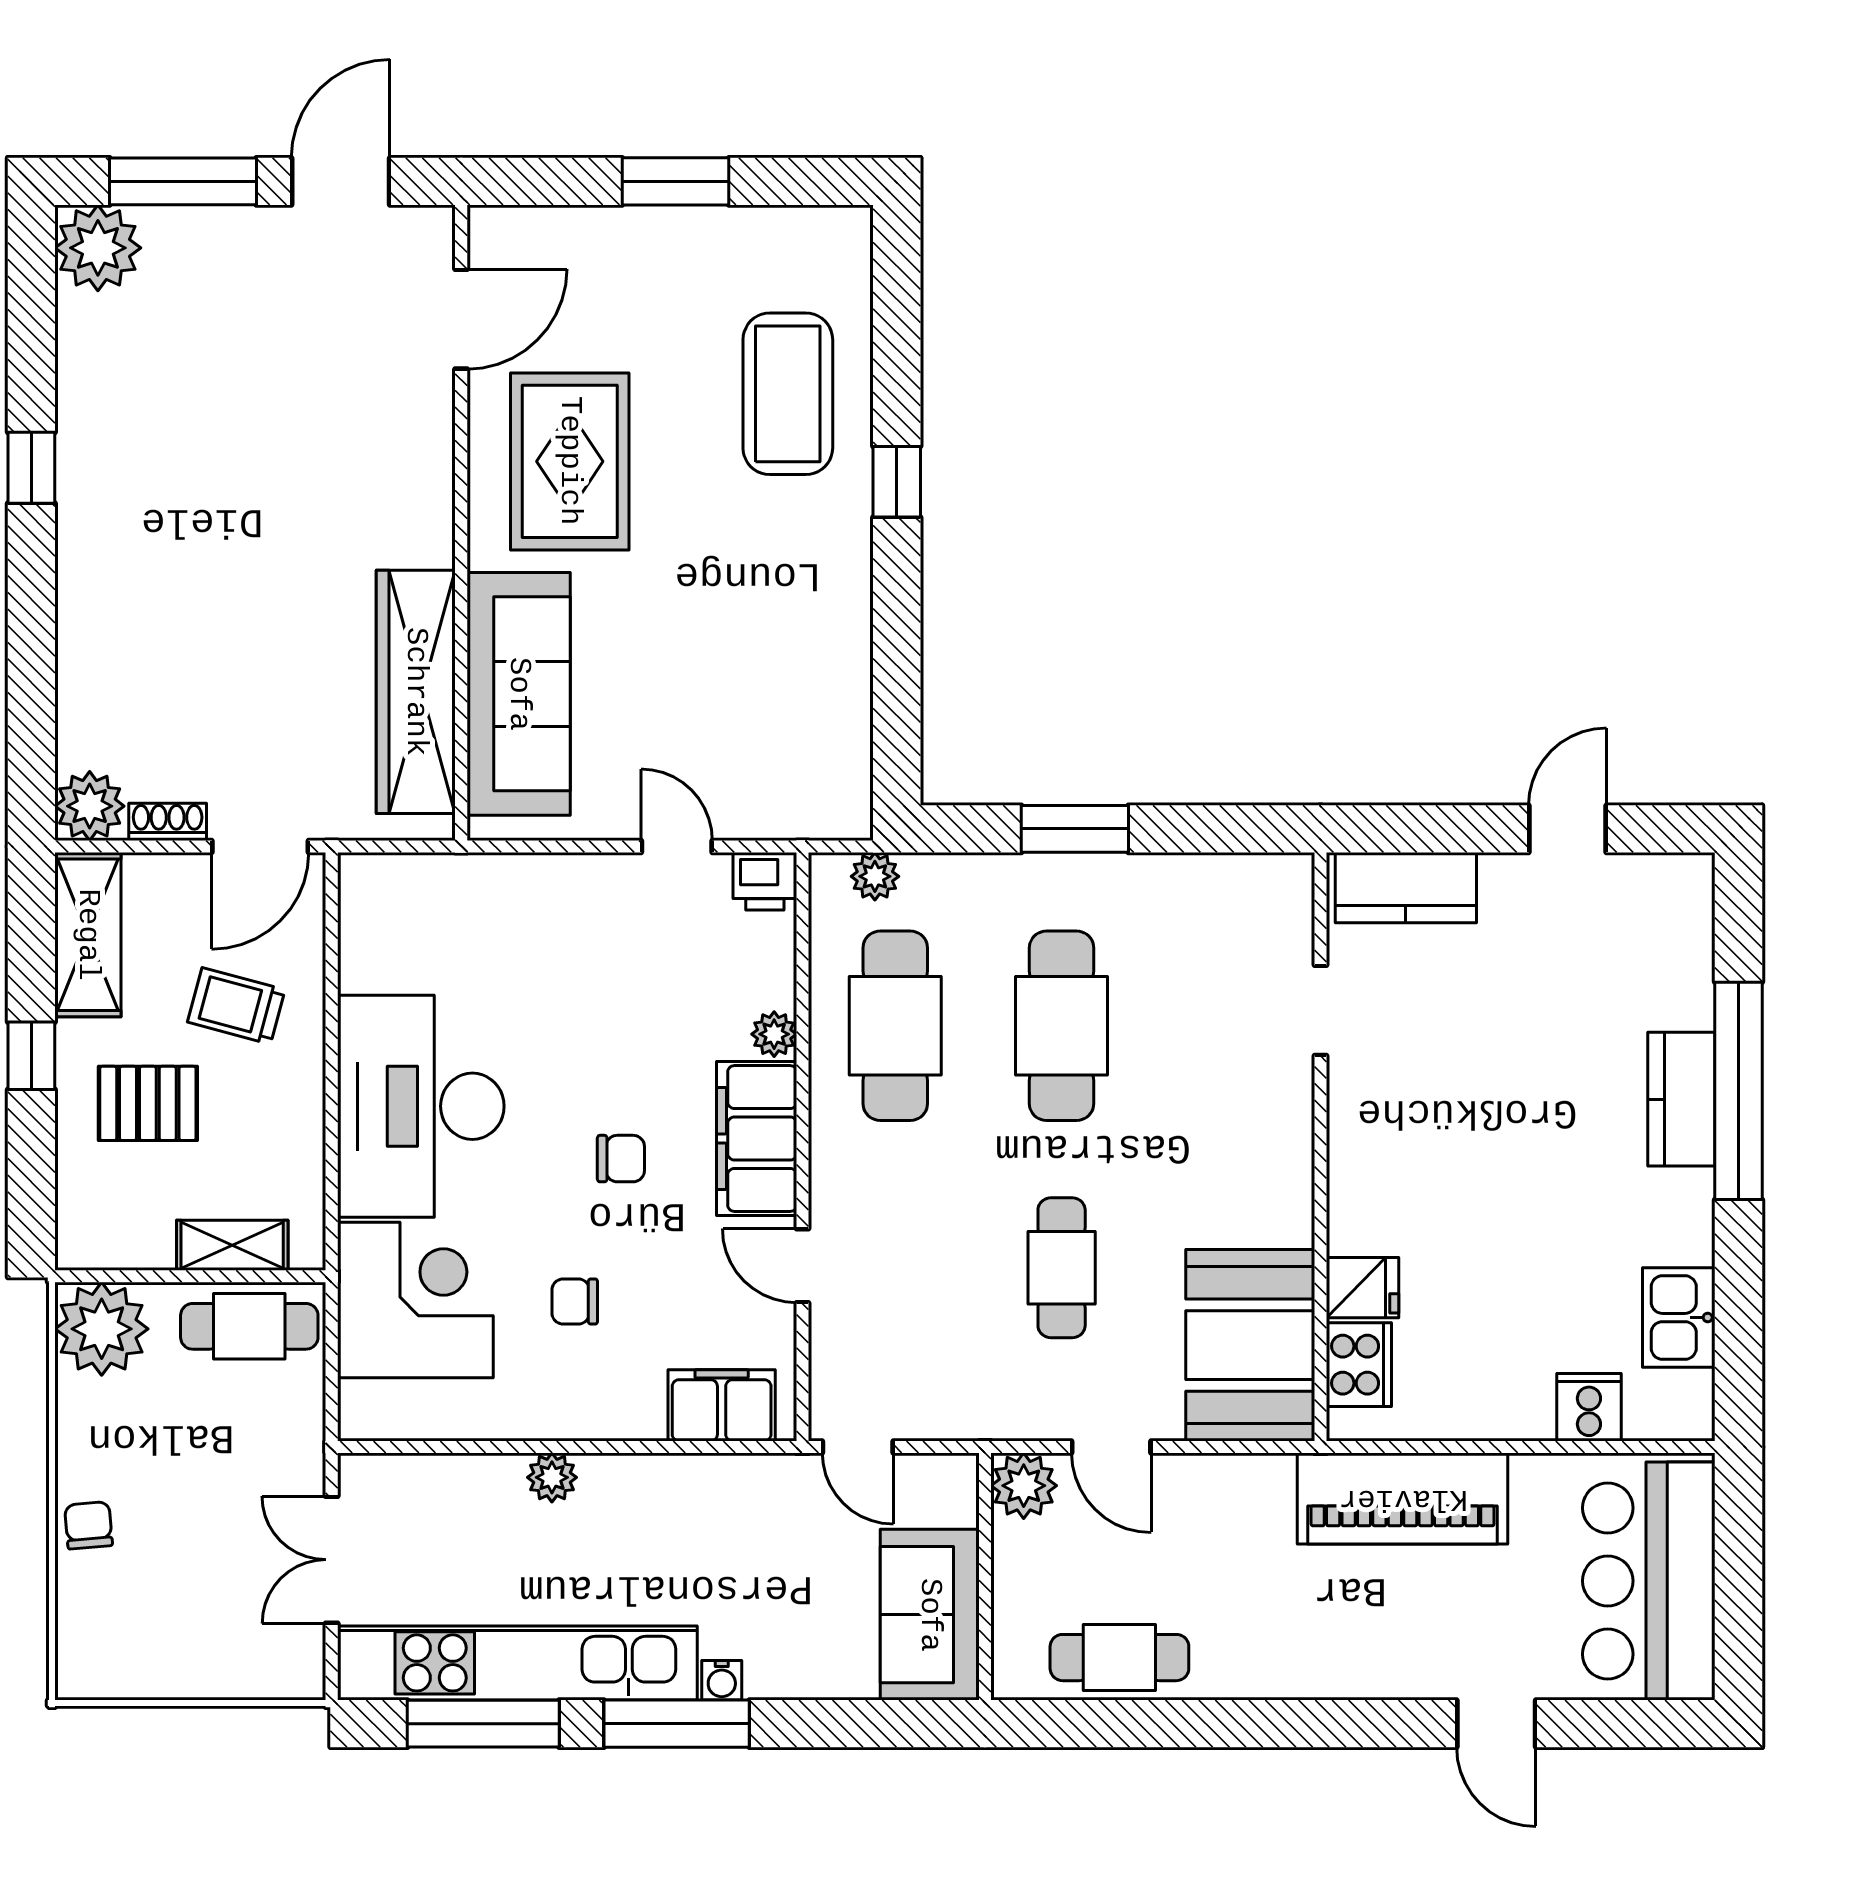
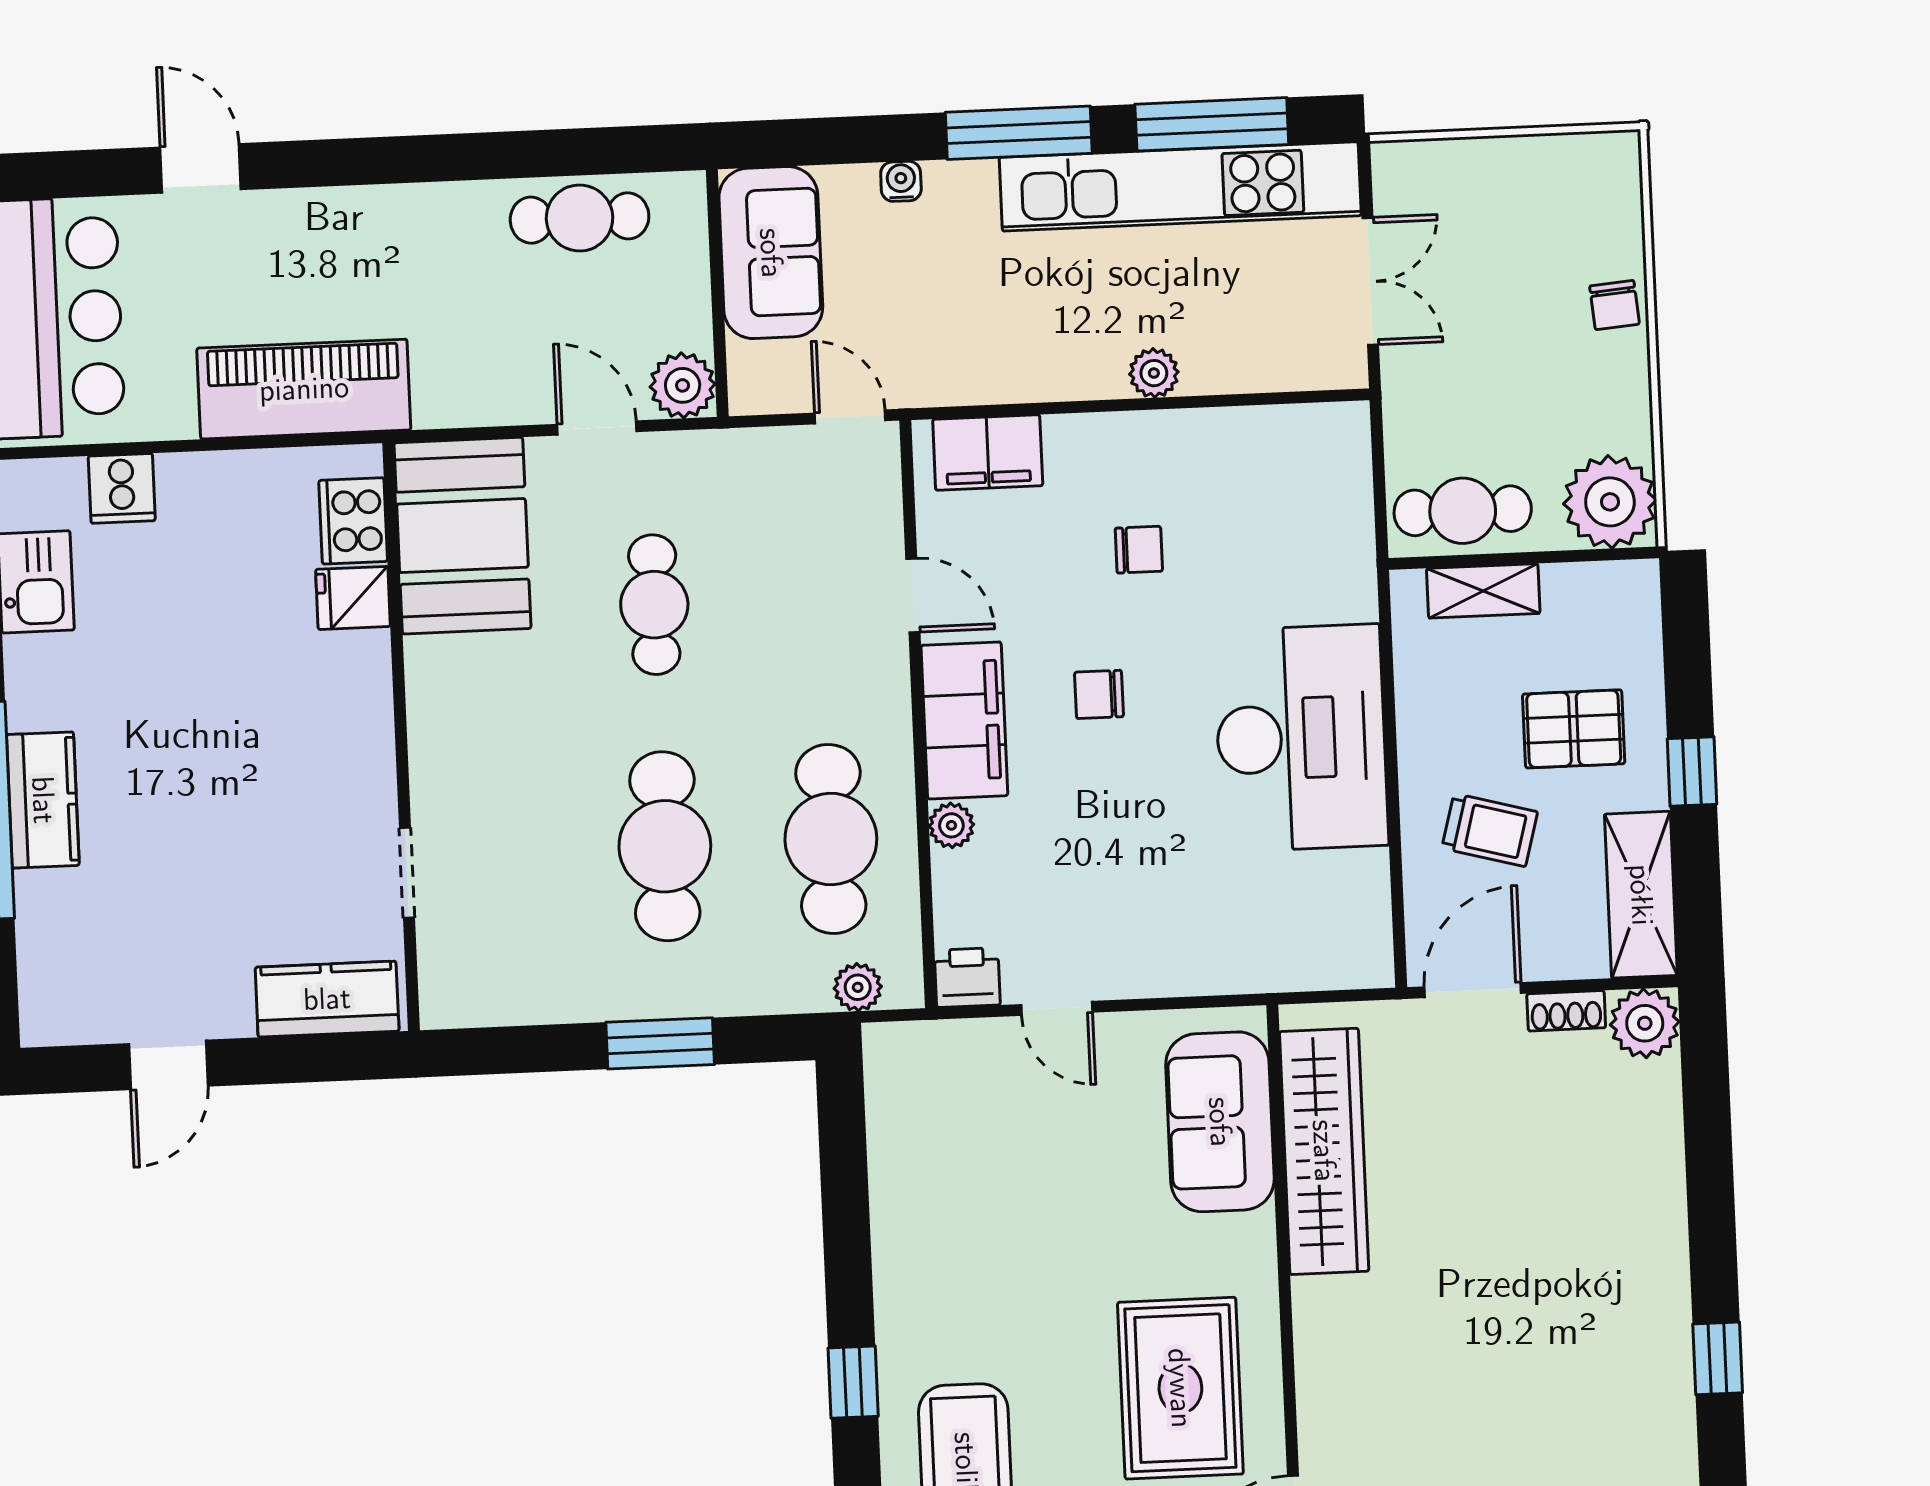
sofa: (519, 694) -> (1220, 1122), width x0.73
corner desk: (415, 1300) -> (1298, 544), removed
water cooler: (722, 1680) -> (901, 181), moved

